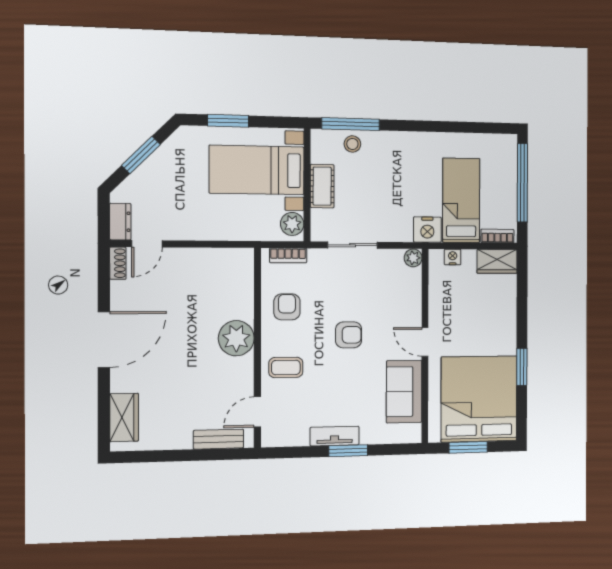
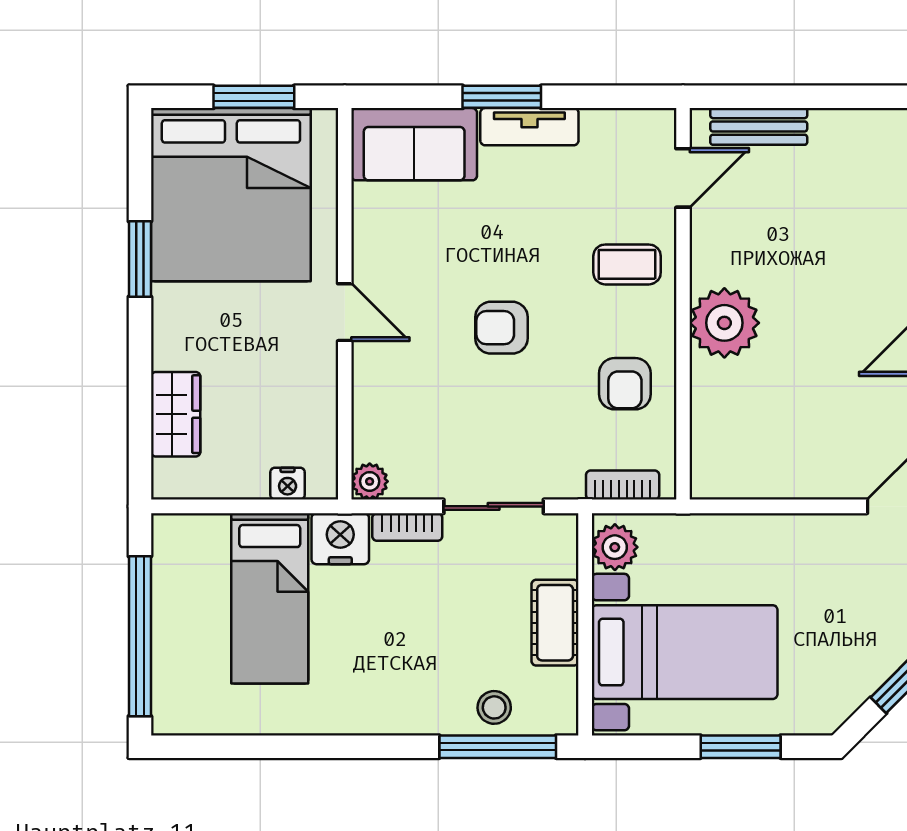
bookcase: (497, 236) -> (407, 527), moved
wardrobe: (497, 261) -> (176, 414), moved, turned 90
sofa: (404, 392) -> (414, 144), moved, turned 90

